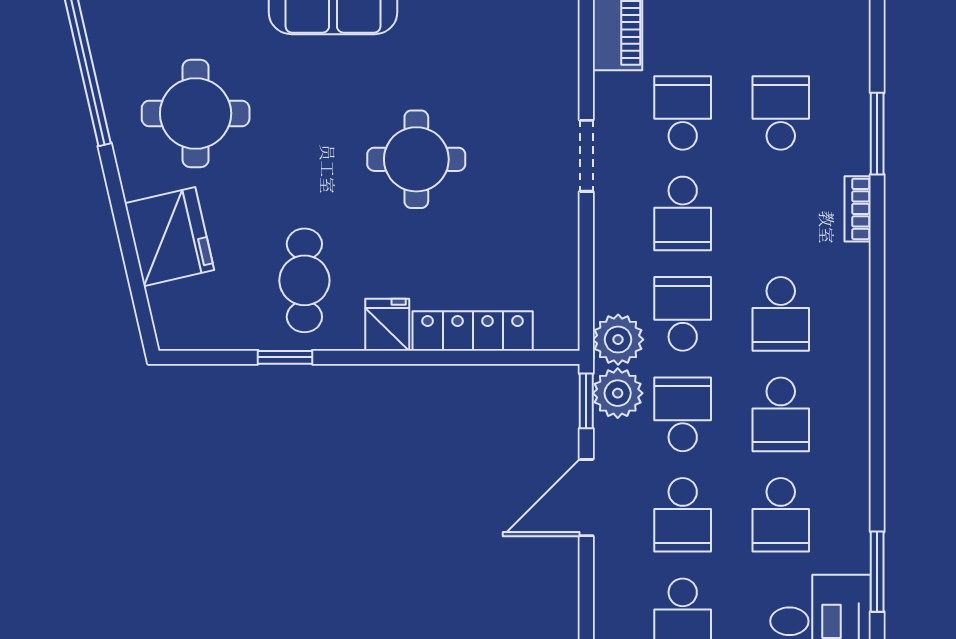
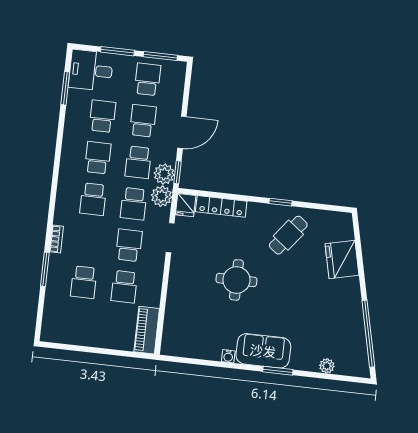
round table: (196, 113) -> (326, 309), removed
doorway: (586, 156) -> (170, 238), moved
cafe table: (304, 280) -> (288, 235), turned 38
school desk: (781, 314) -> (93, 199), turned 180
fridge: (387, 325) -> (186, 205), moved
window: (285, 357) -> (281, 202), moved

